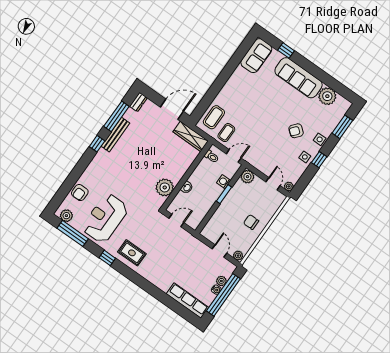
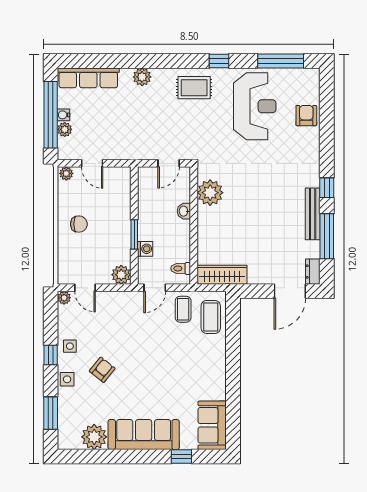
door: (172, 109) -> (290, 291), moved
plant: (66, 216) -> (142, 77), moved

